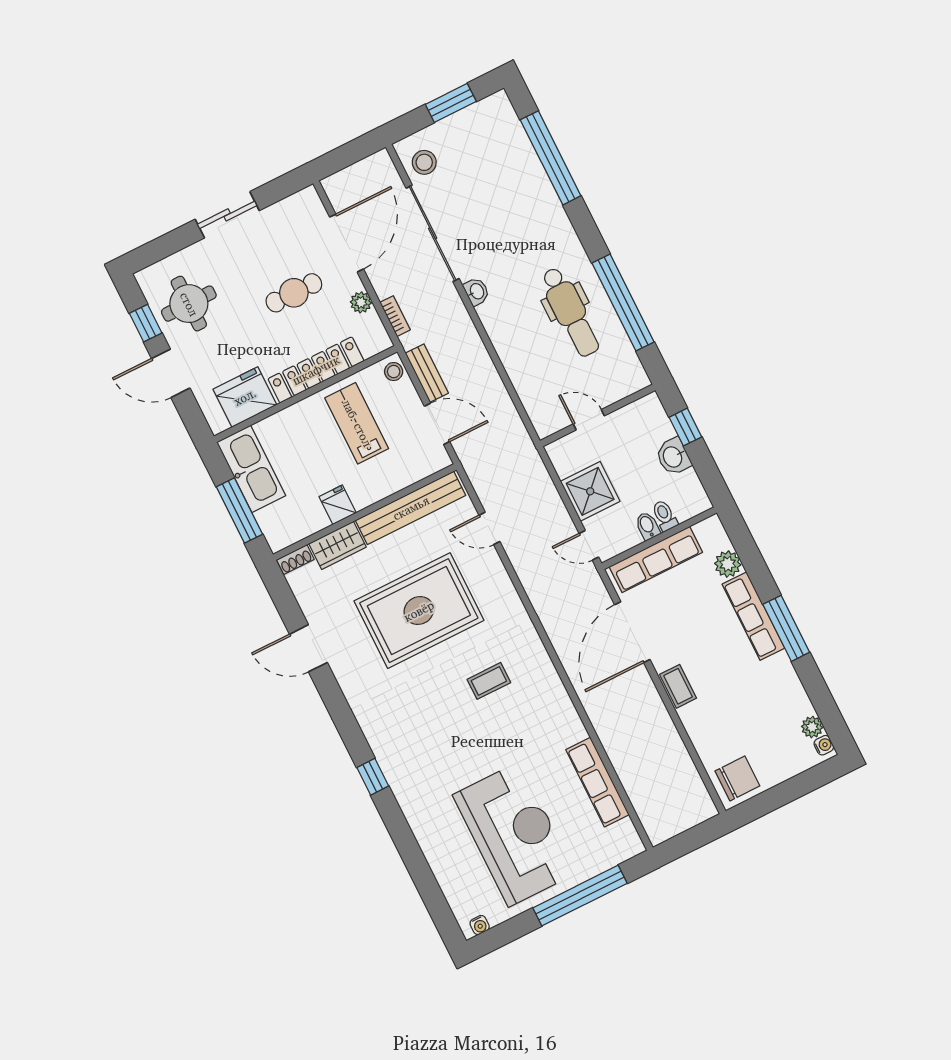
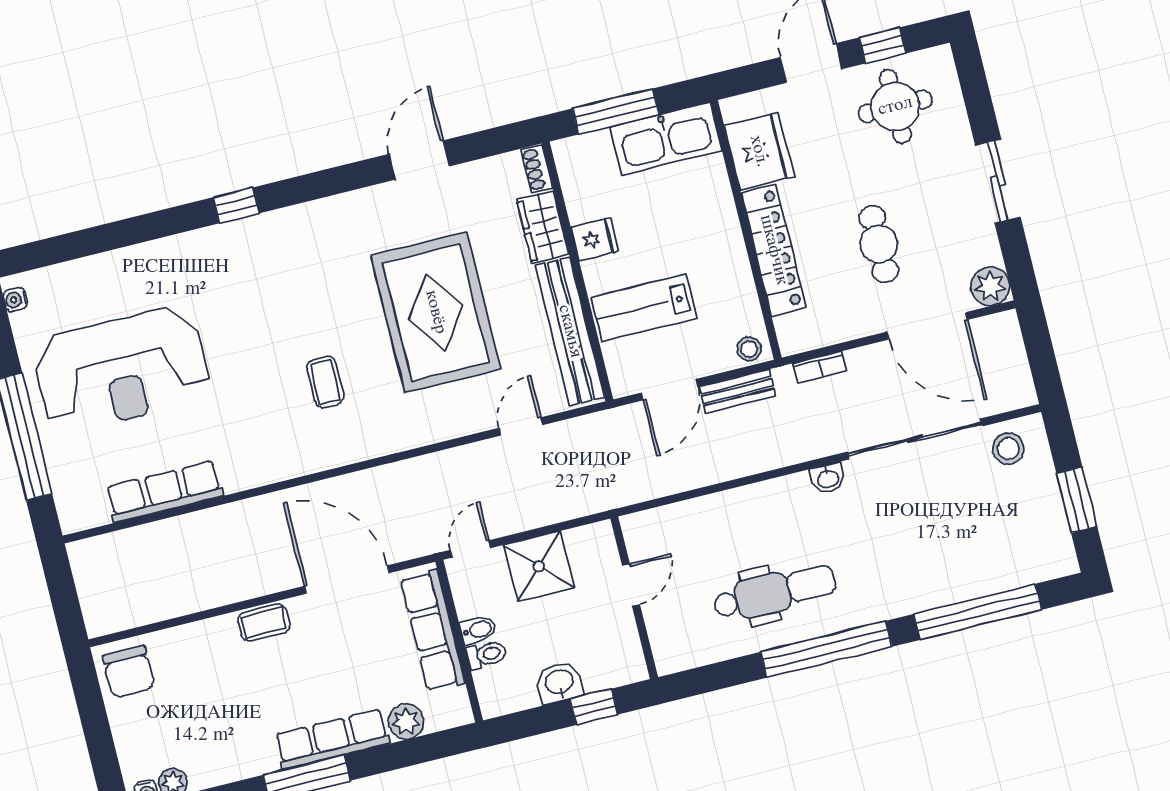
plant: (361, 302) -> (990, 286), moved, width x1.38, depth x1.38
window: (623, 303) -> (826, 649), moved
dental chair: (570, 312) -> (774, 592), turned 180
lab bench: (357, 423) -> (644, 308), moved, turned 180

